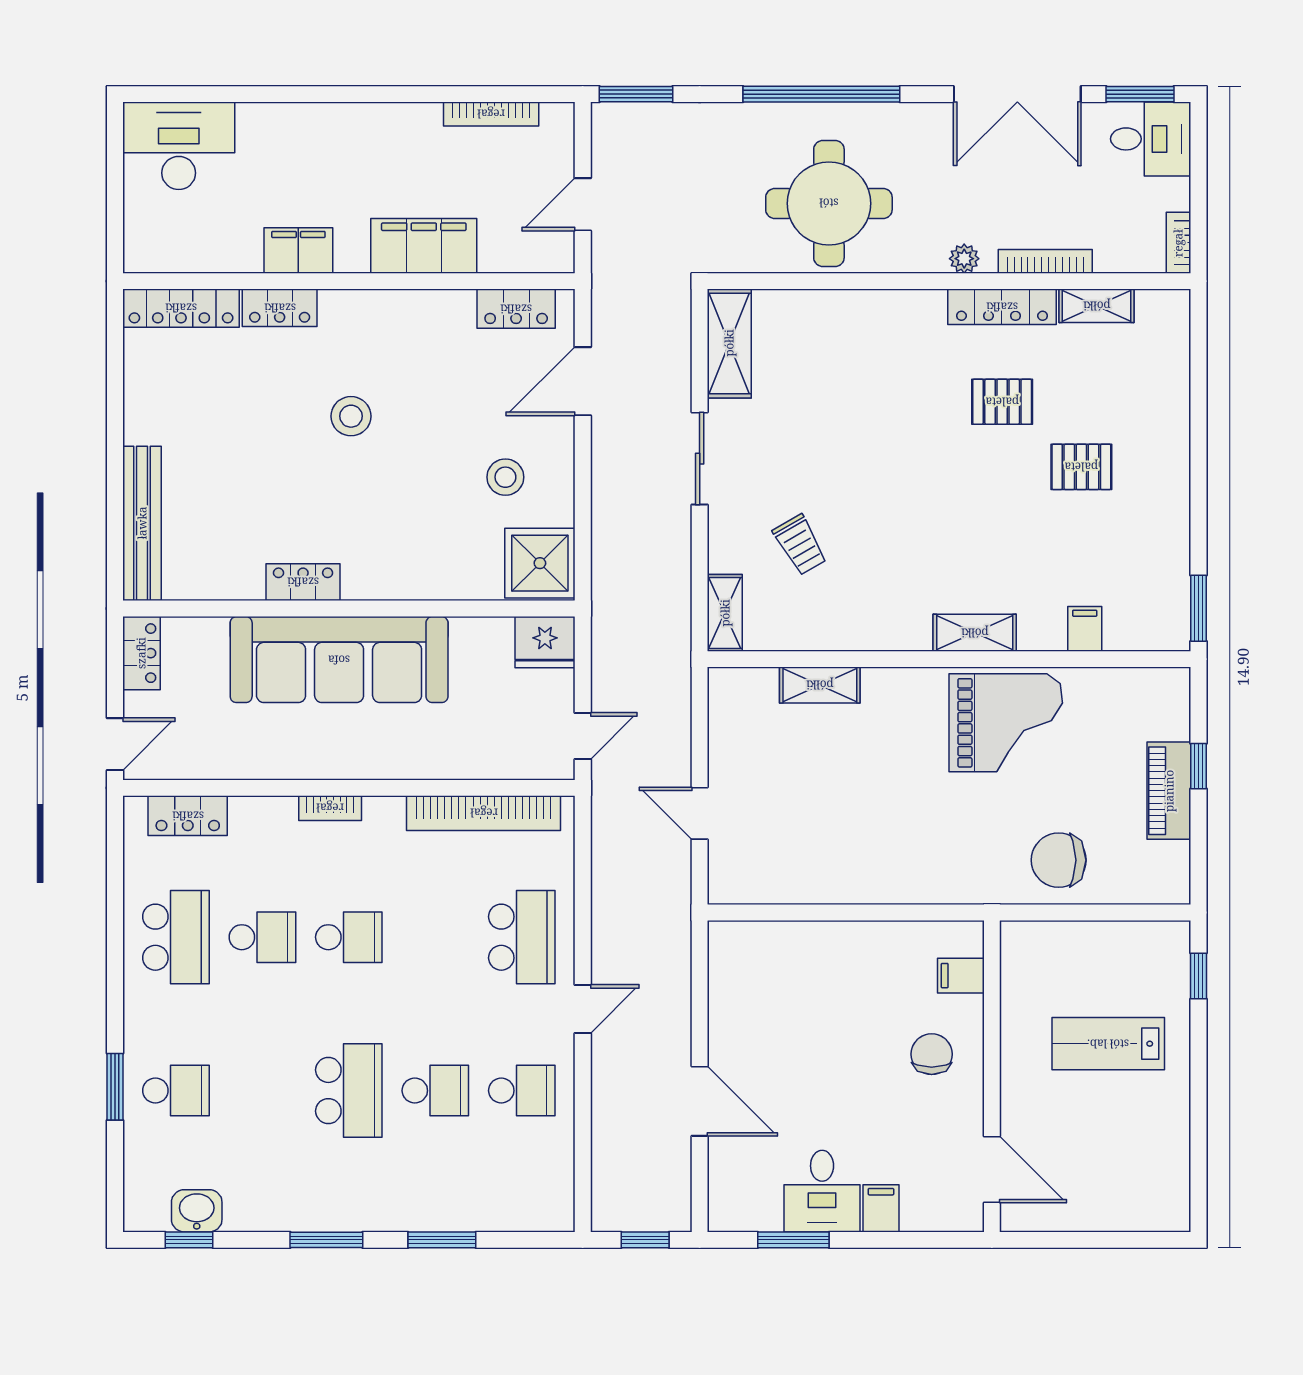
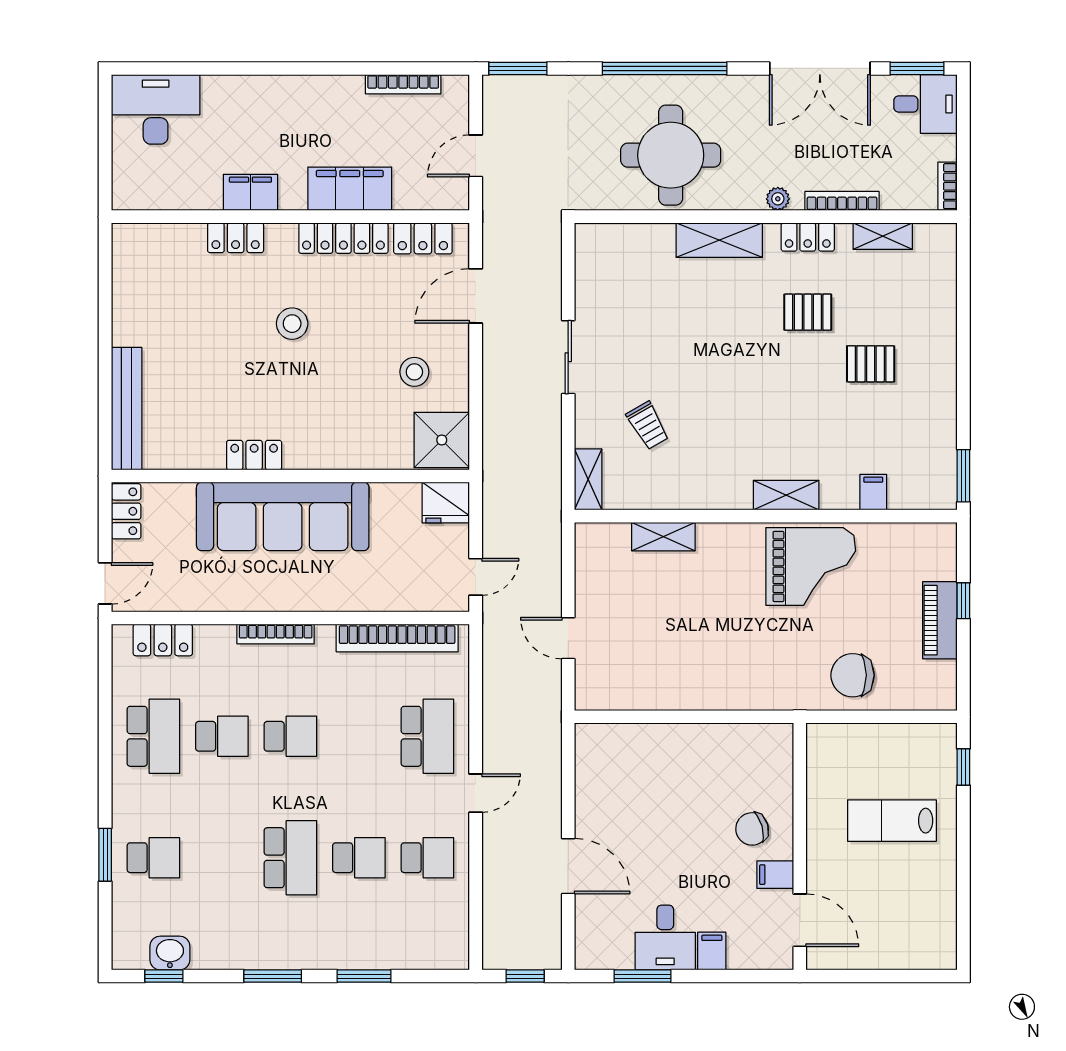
locker: (1002, 307) -> (808, 237), width x0.66
locker: (181, 308) -> (343, 238), moved
shelving: (729, 343) -> (719, 240), moved, turned 90
bookcase: (330, 808) -> (276, 634), width x1.56
filing cabinet: (961, 976) -> (775, 875), moved
chair: (932, 1054) -> (752, 829), turned -106

